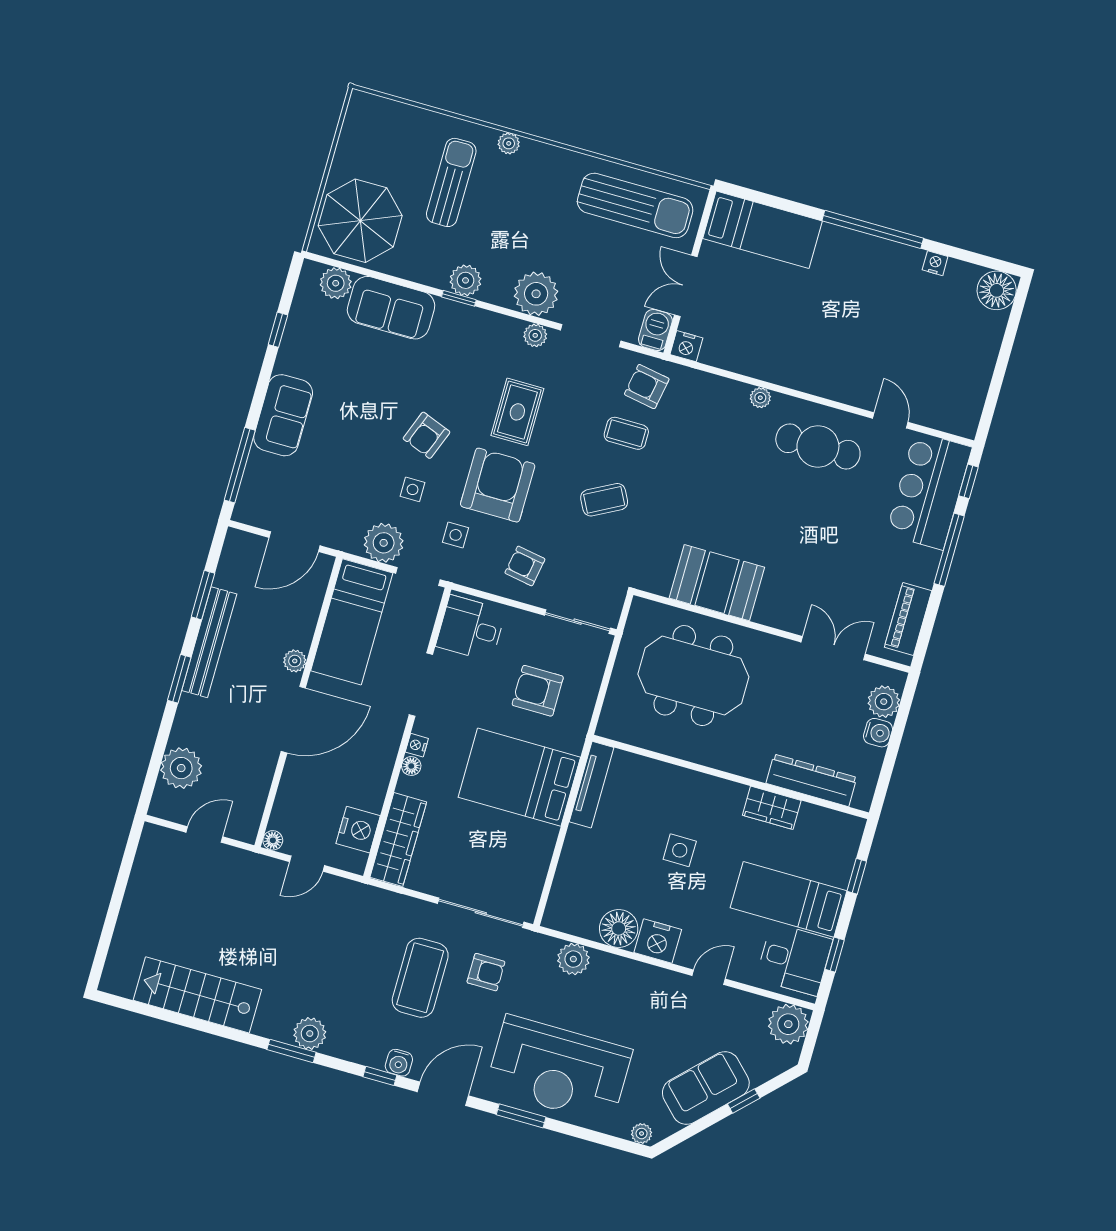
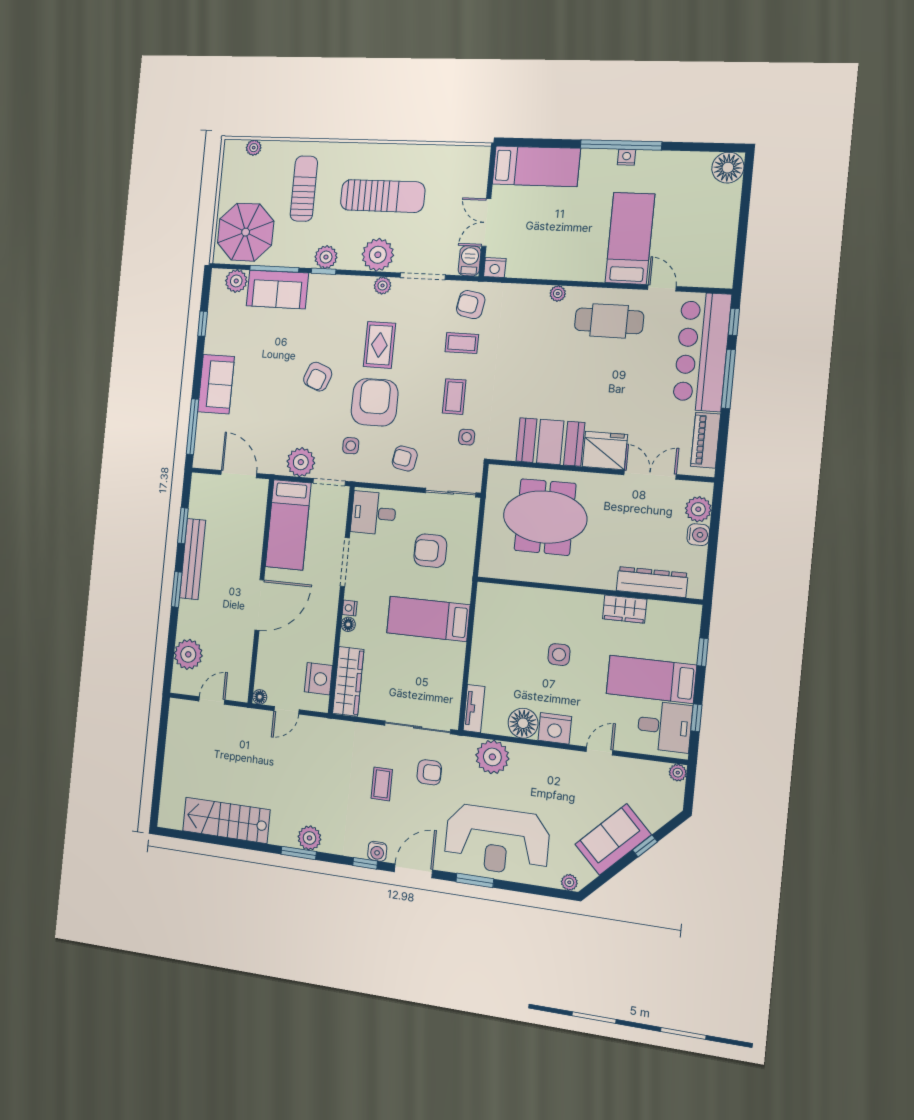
plant: (509, 143) -> (254, 148), moved
sun lounger: (635, 205) -> (383, 196), moved
nightstand: (935, 263) -> (627, 157), moved
window: (392, 279) -> (274, 269), added
bed: (863, 349) -> (630, 238), added
side table: (413, 489) -> (467, 437), moved
bar counter: (929, 491) -> (702, 352), width x1.36
coffee table: (604, 500) -> (454, 397), turned -62
door: (295, 542) -> (239, 474), swing flipped
fridge: (783, 607) -> (605, 451), added
plant: (295, 661) -> (253, 561), removed
bed: (519, 777) -> (428, 619), width x0.67
tv unit: (592, 785) -> (474, 709), moved, width x0.71
plant: (573, 959) -> (492, 757), width x1.36, depth x1.36
coffee table: (420, 978) -> (382, 784), width x0.54, depth x0.58
plant: (788, 1024) -> (678, 773), width x0.53, depth x0.53

